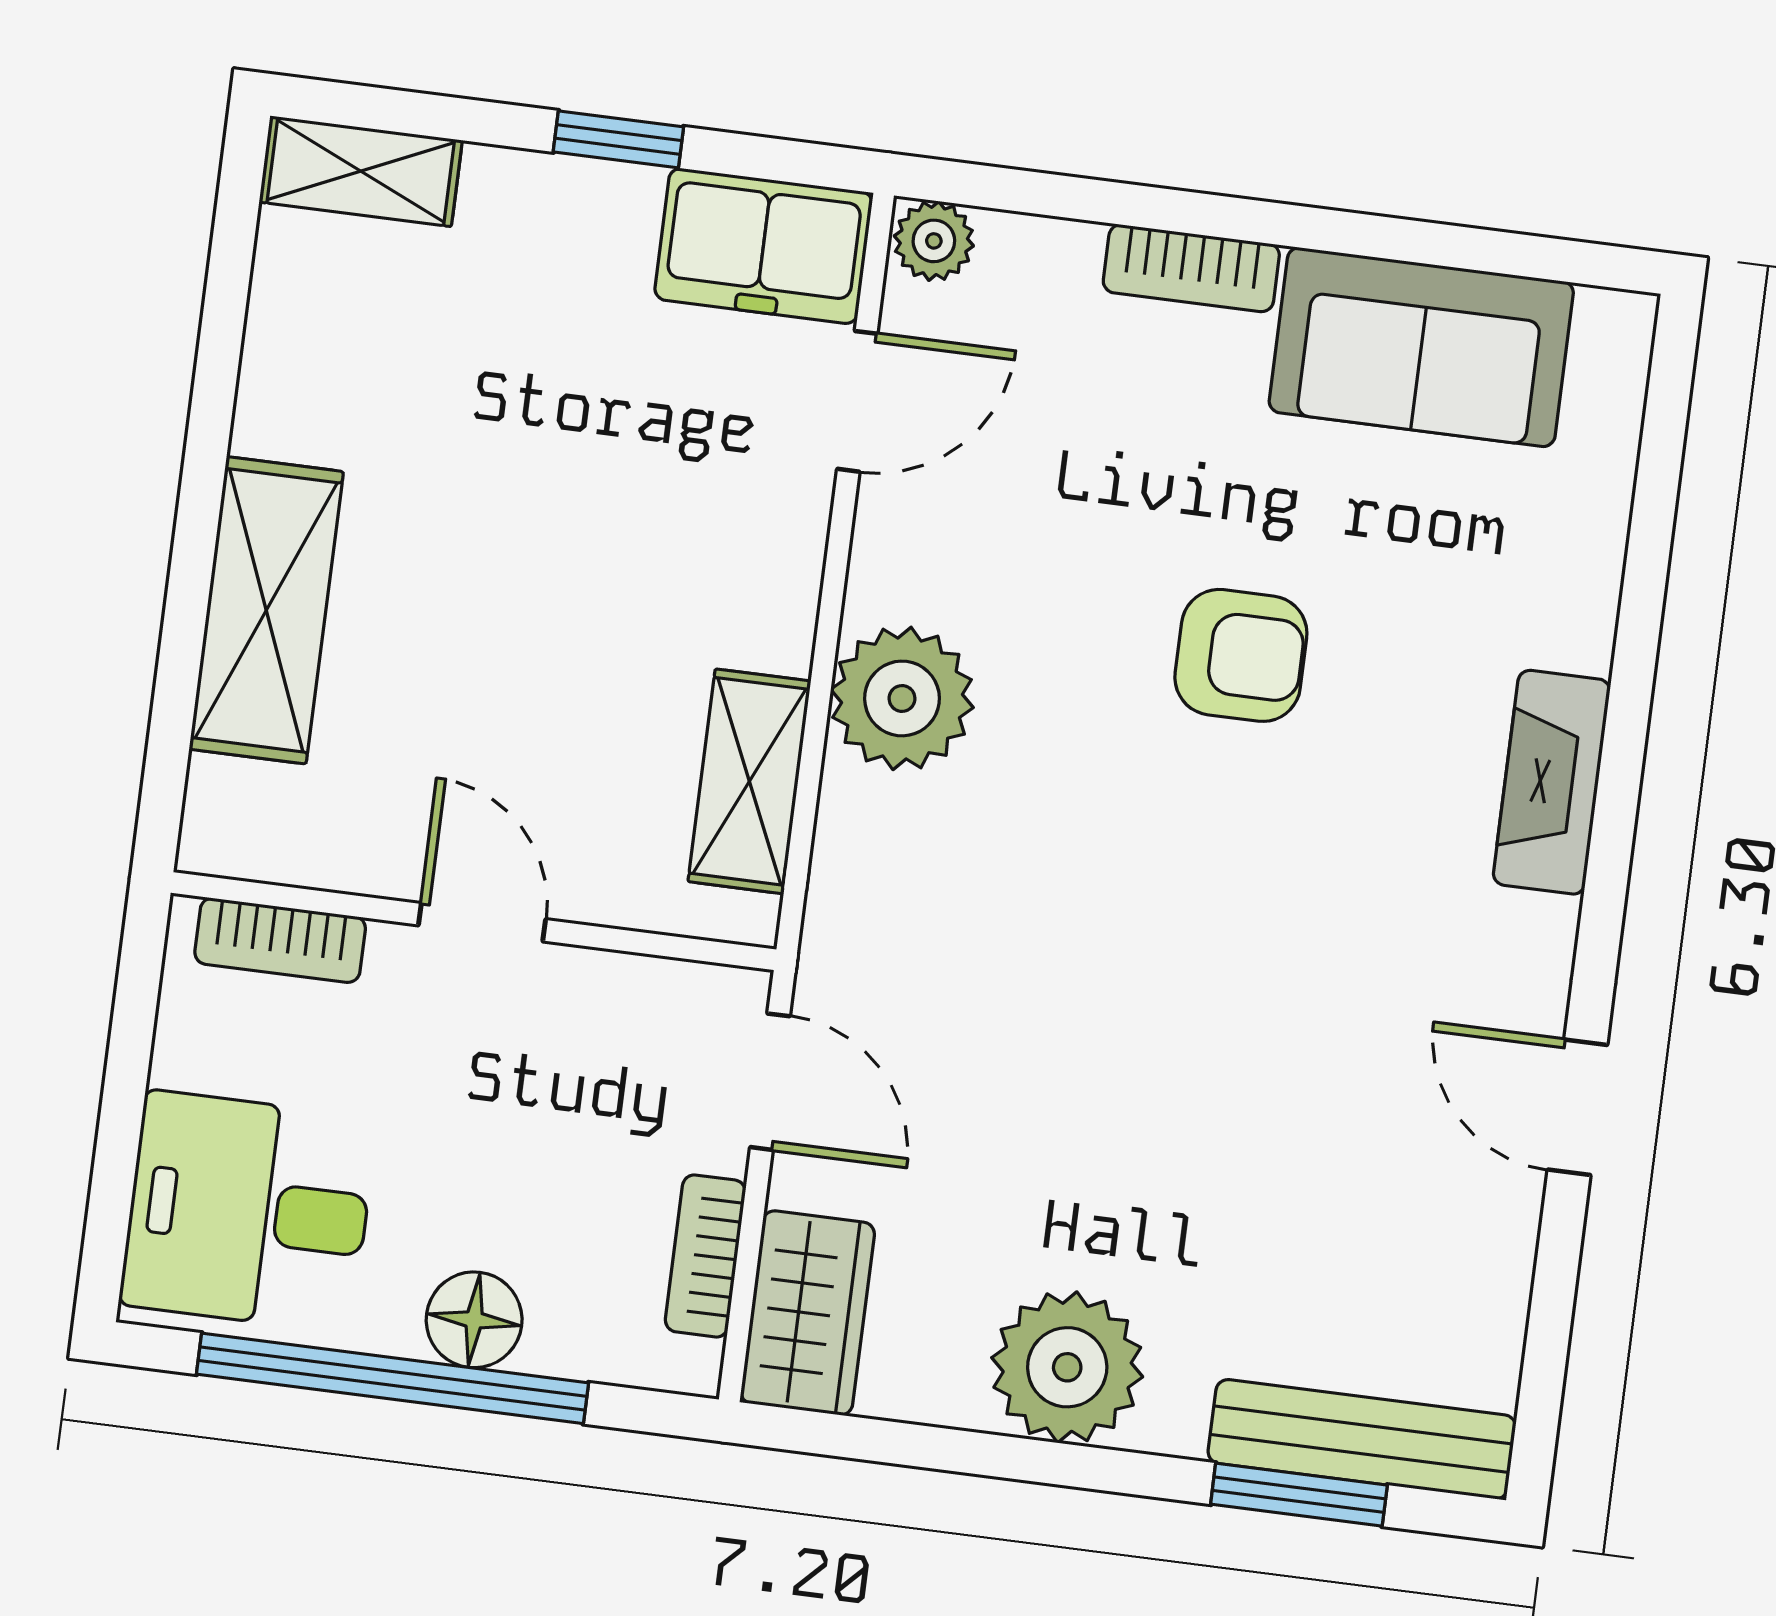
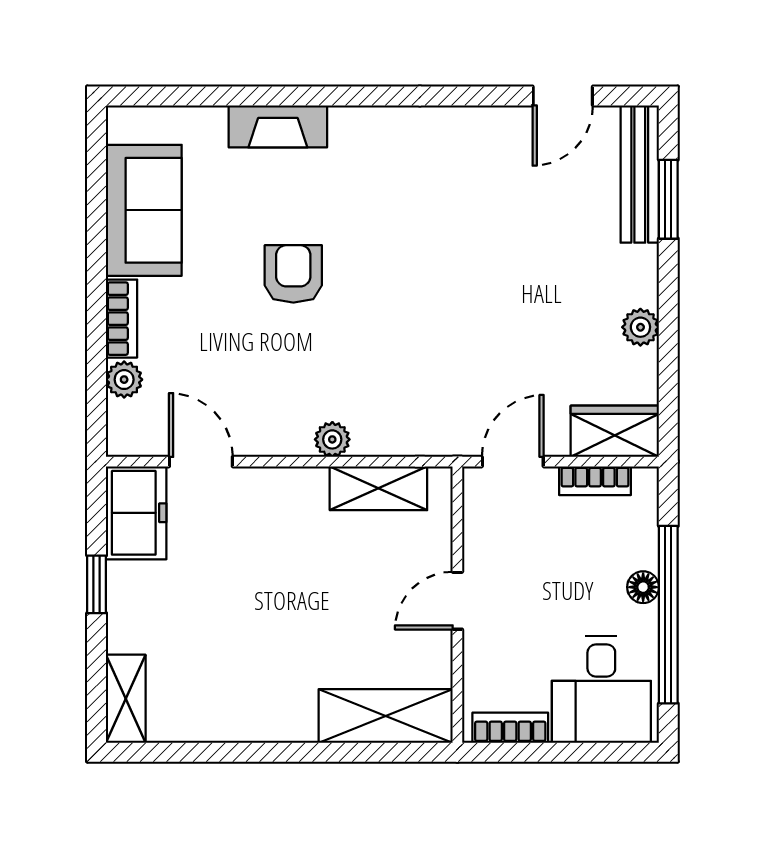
plant: (934, 241) -> (124, 380), moved
shelving: (266, 610) -> (386, 716), moved
plant: (902, 698) -> (332, 439), width x0.53, depth x0.53
fireplace: (1552, 782) -> (278, 126), moved
bookcase: (280, 940) -> (510, 728), moved, turned -90
door: (1577, 1107) -> (563, 96), moved
floor lamp: (474, 1320) -> (643, 587), width x0.73, depth x0.73
plant: (1067, 1367) -> (640, 327), width x0.53, depth x0.53

